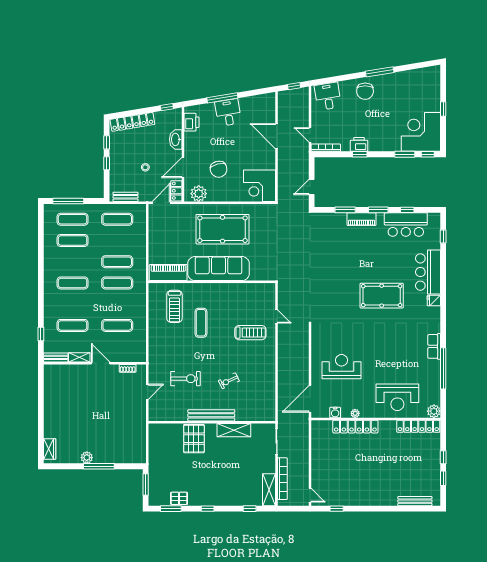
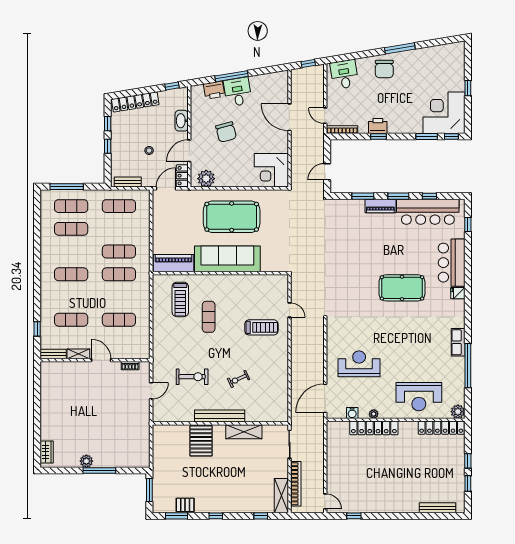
printer: (191, 122) -> (214, 90), moved, turned 81
chair: (219, 169) -> (226, 132), moved
bar counter: (406, 225) -> (428, 212), width x1.36

